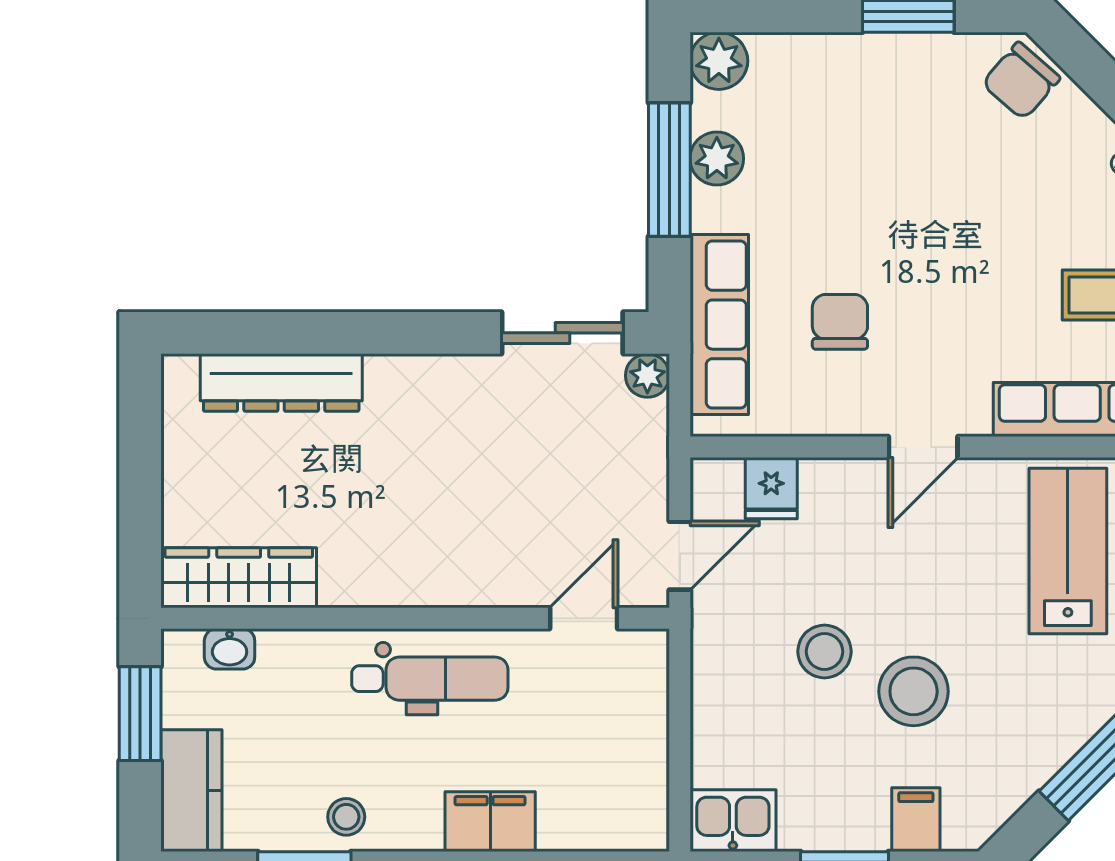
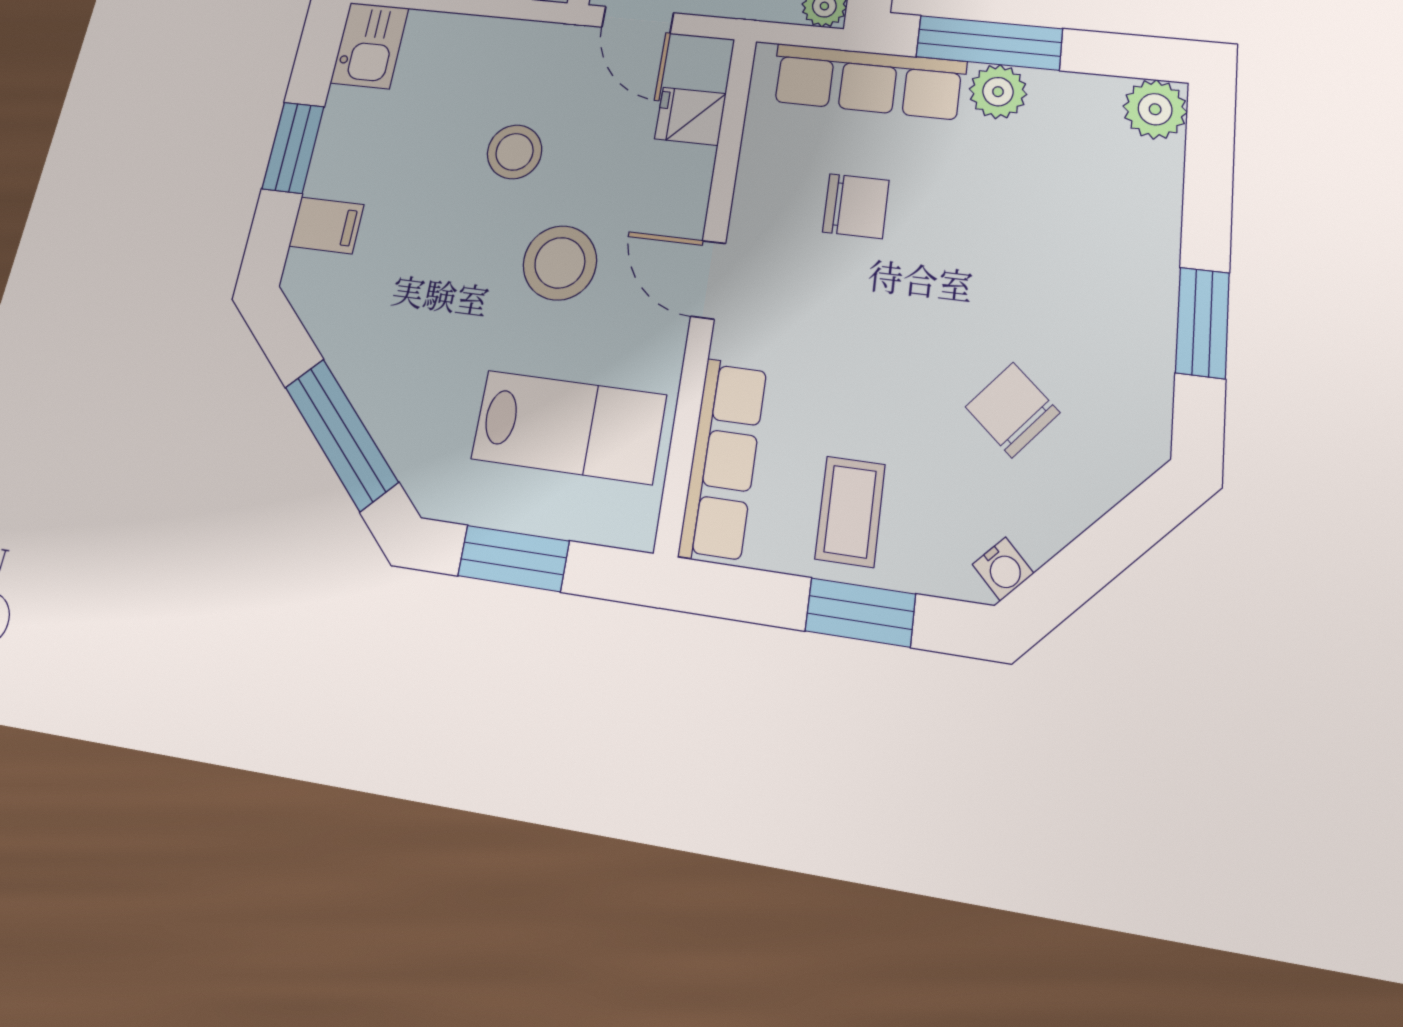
chair: (1021, 81) -> (1013, 410), moved
plant: (717, 159) -> (998, 92), moved
window: (669, 170) -> (989, 43), moved
stool: (914, 691) -> (560, 263), moved

